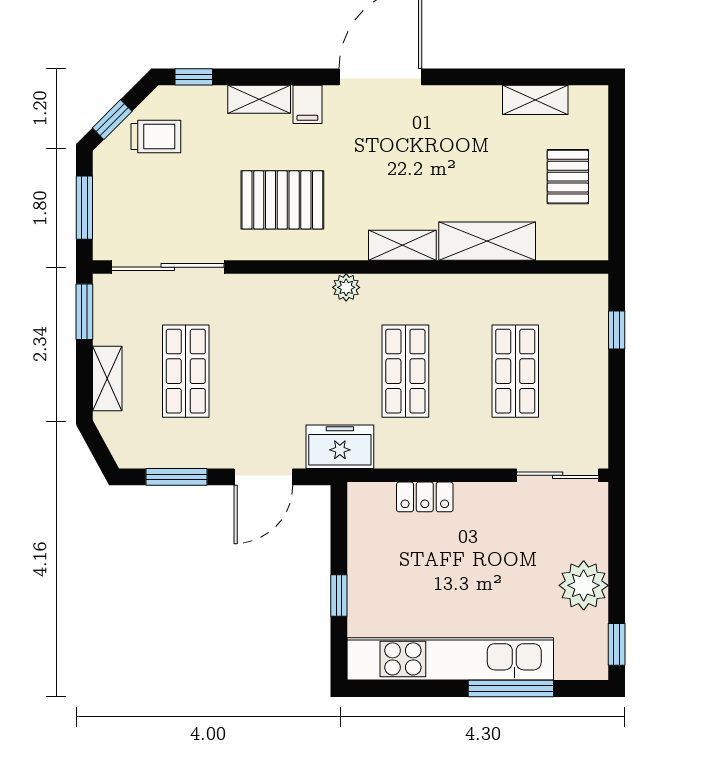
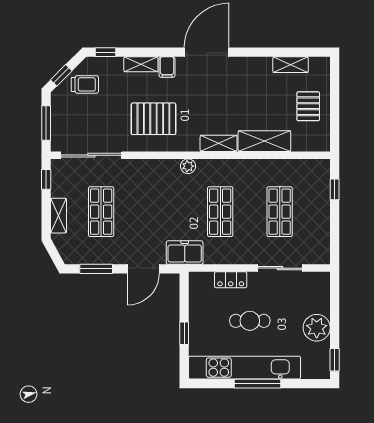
window: (84, 312) -> (46, 179), width x0.67
sliding door: (558, 475) -> (280, 268), moved
cafe table: (460, 573) -> (250, 321), added
window: (511, 688) -> (258, 384), moved

